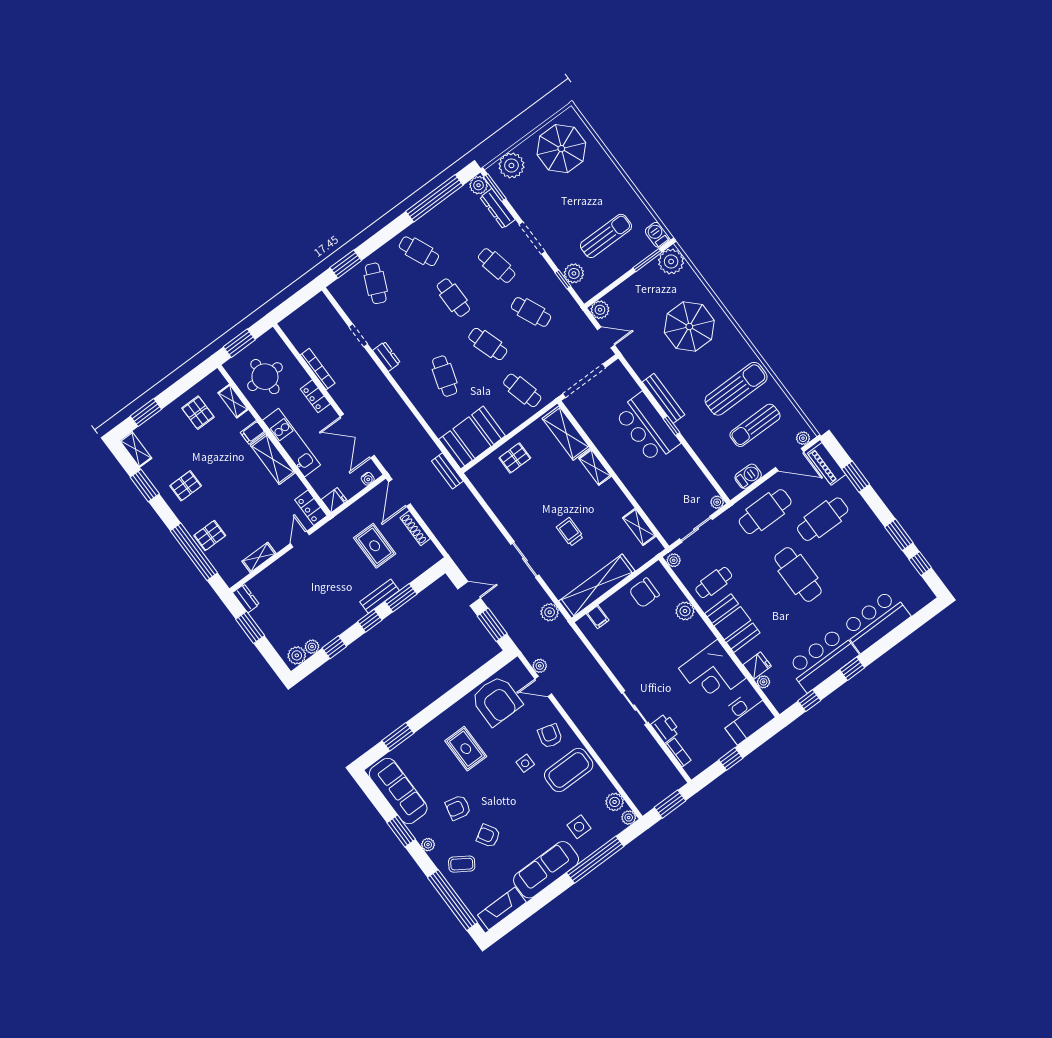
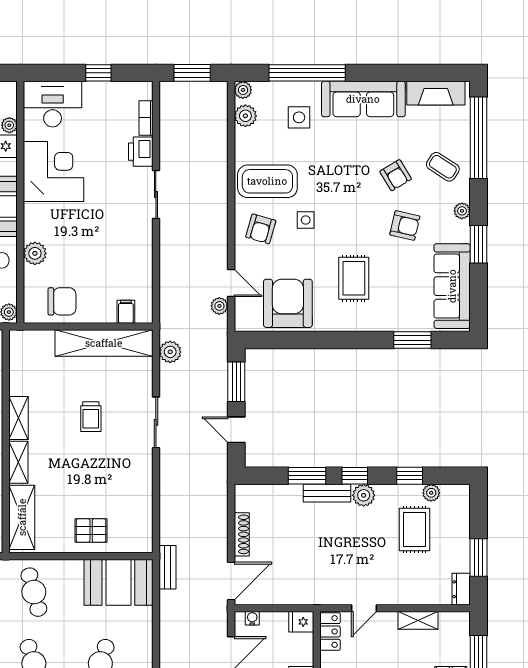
shelving: (639, 527) -> (19, 418), moved
rug: (375, 546) -> (414, 529), moved
plant: (297, 655) -> (364, 495), moved

